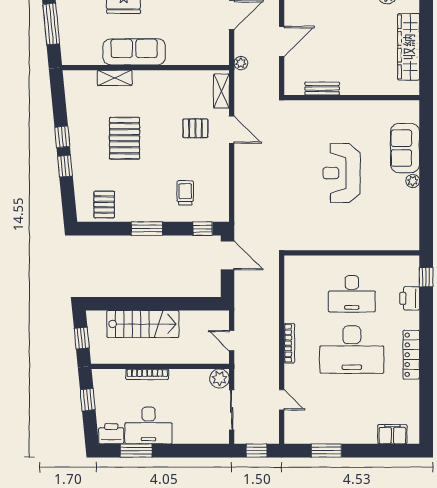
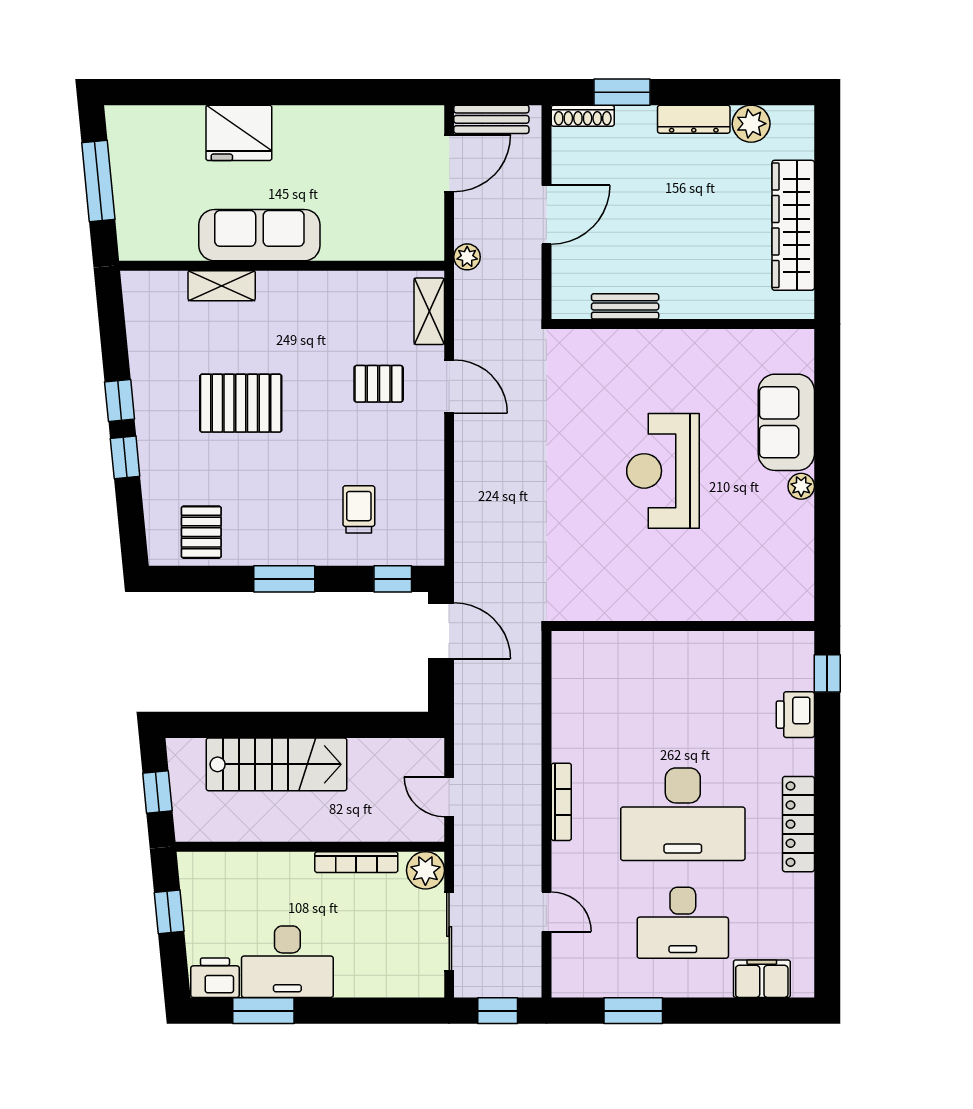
pallet: (125, 138) -> (241, 403), turned 90
desk: (352, 294) -> (683, 923), moved
bookcase: (147, 374) -> (356, 862), moved

